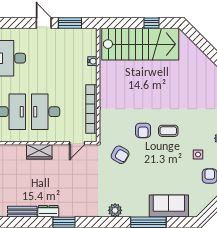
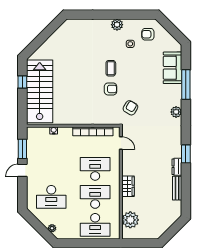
desk: (46, 112) -> (95, 169), turned 180
wardrobe: (39, 152) -> (128, 186), moved

